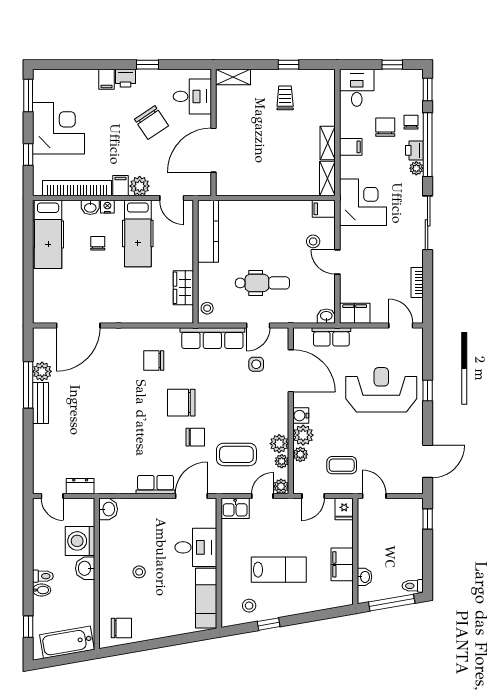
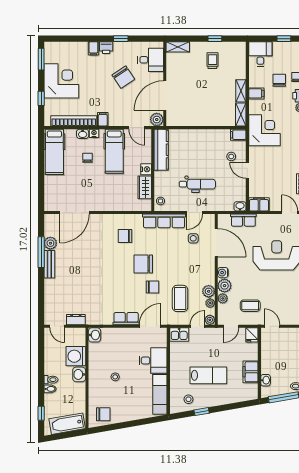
plant: (140, 186) -> (157, 120), moved
nightstand: (186, 261) -> (146, 169), added
coffee table: (236, 454) -> (180, 298), turned 90

